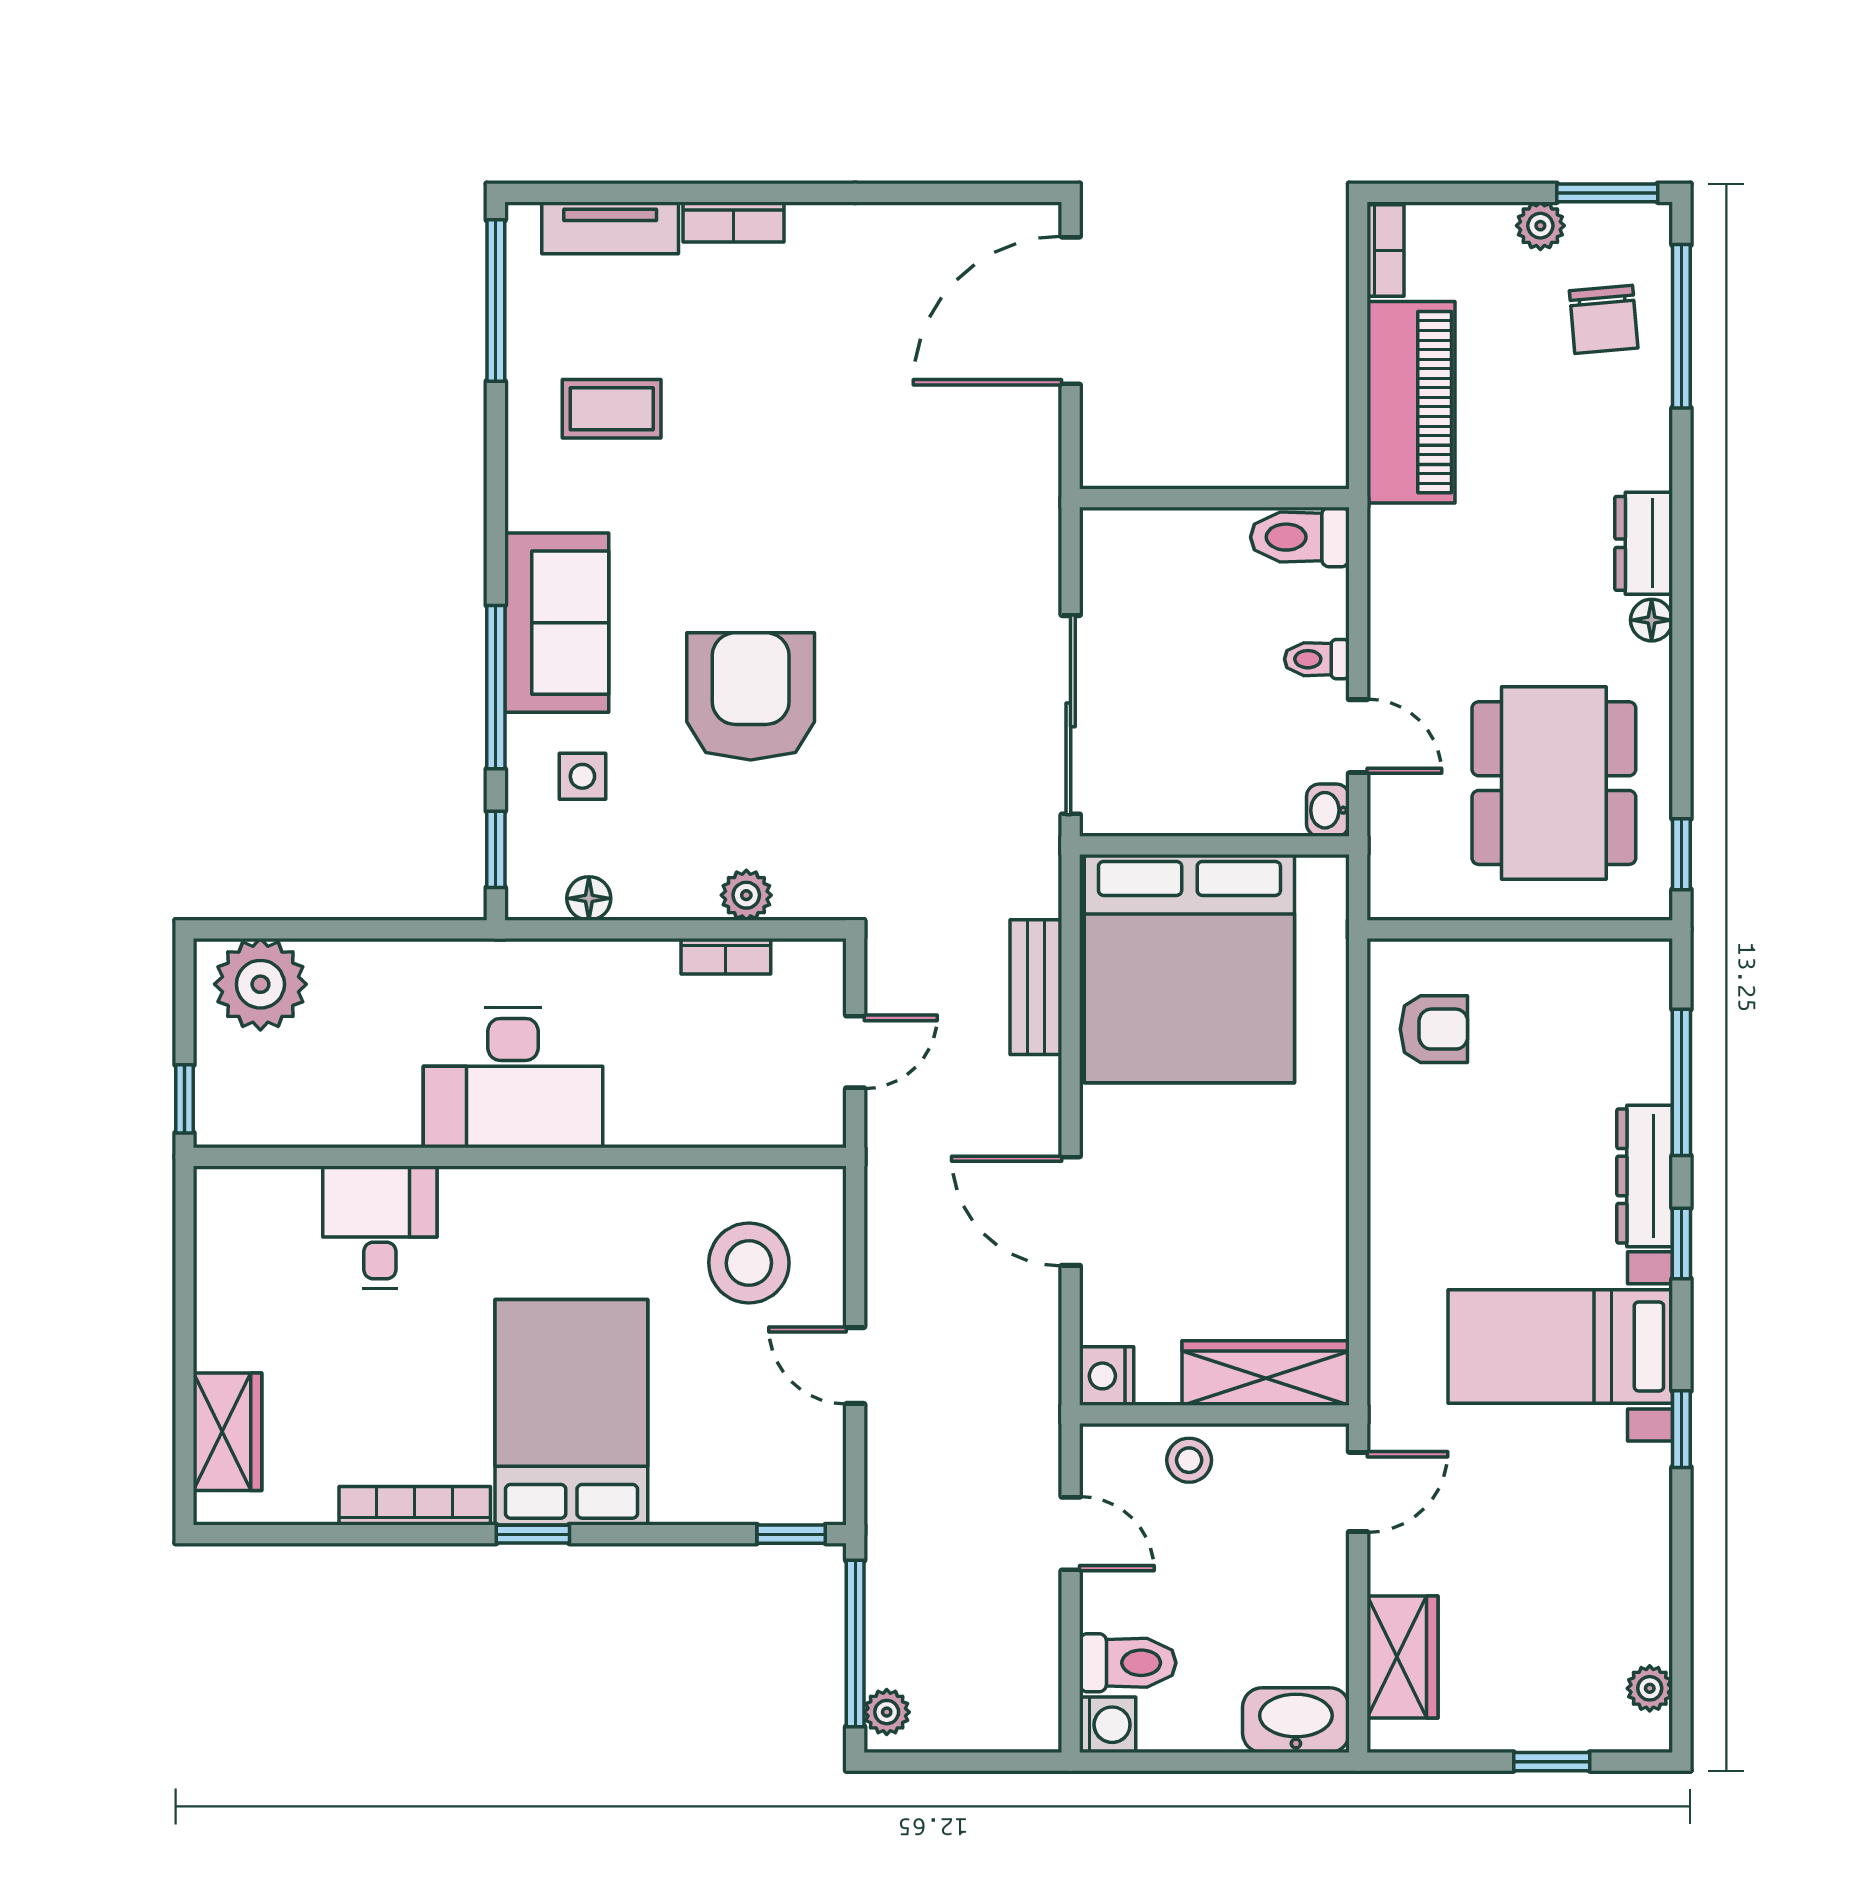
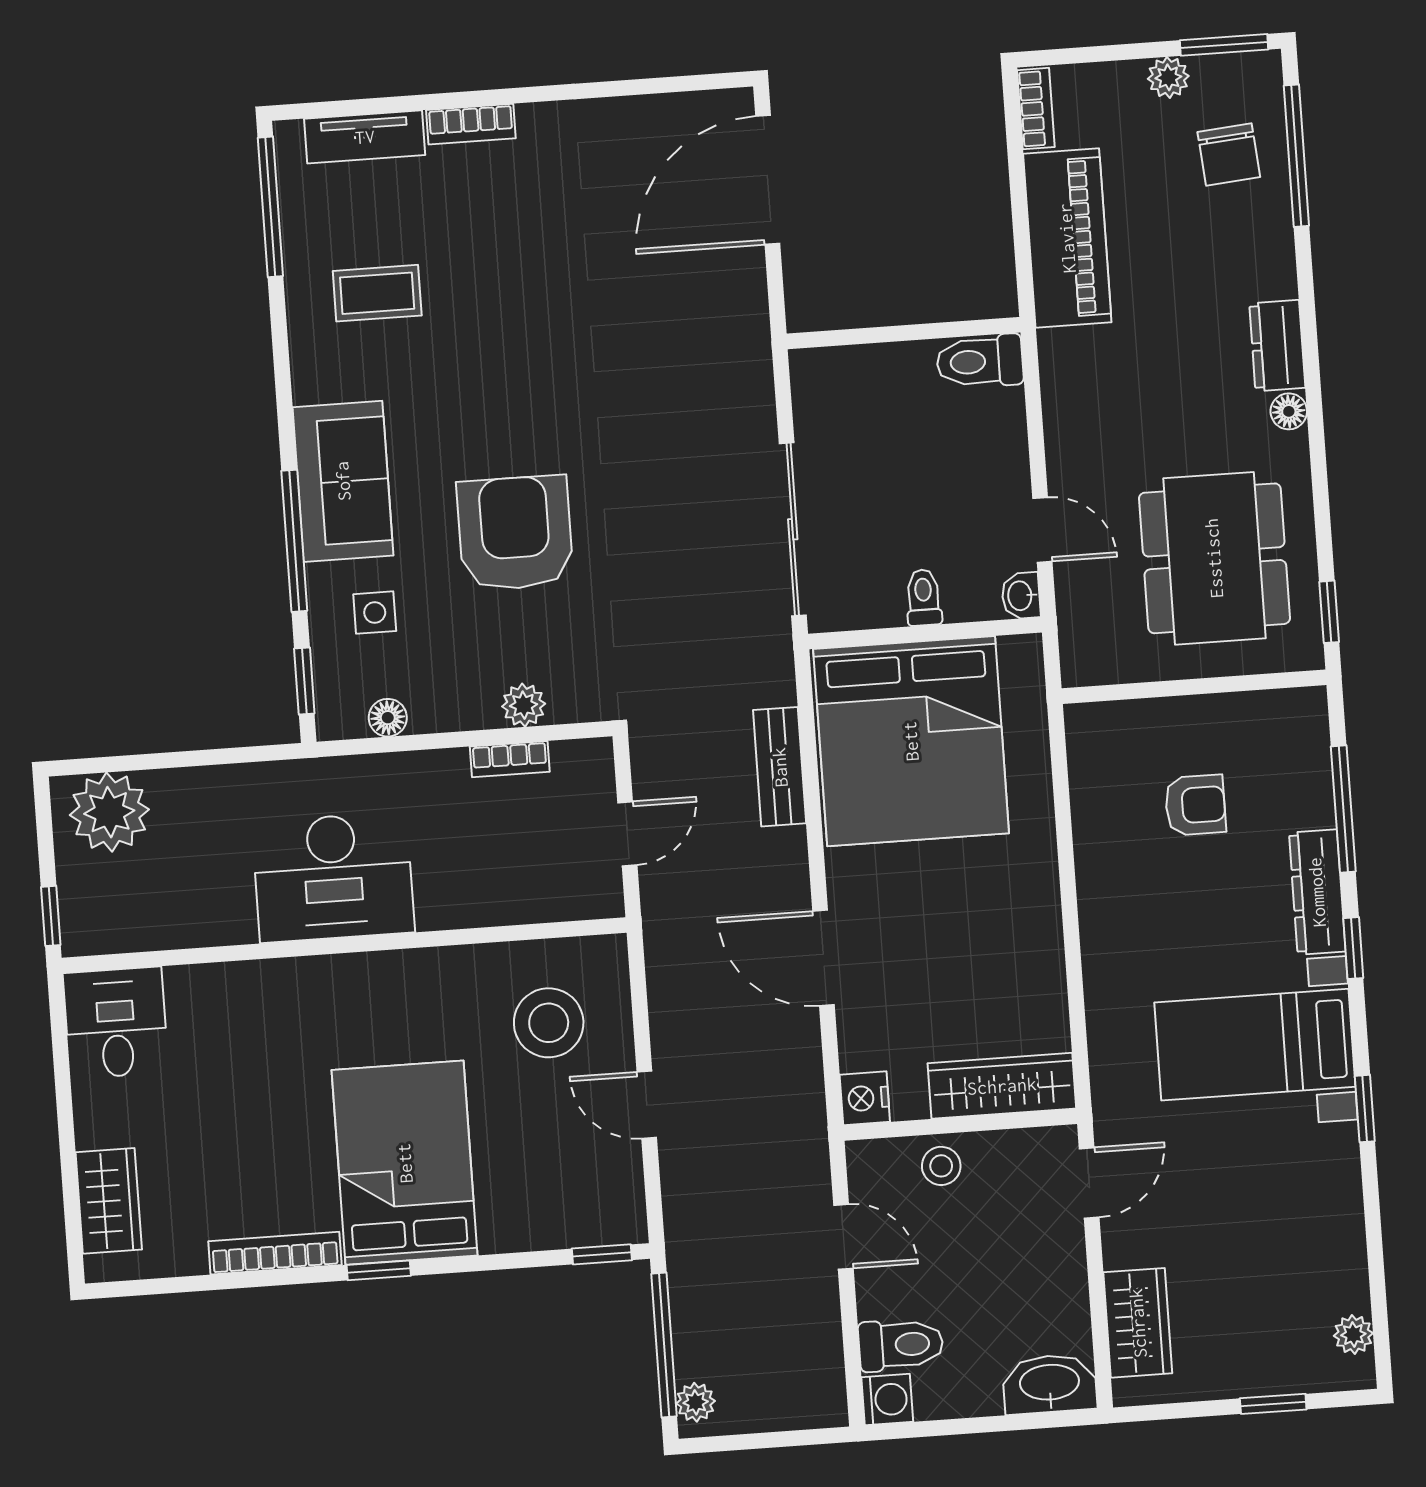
toilet: (1317, 659) -> (924, 597), moved, turned 90
armchair: (1434, 1029) -> (1195, 805), moved
desk: (380, 1227) -> (116, 1023), moved

